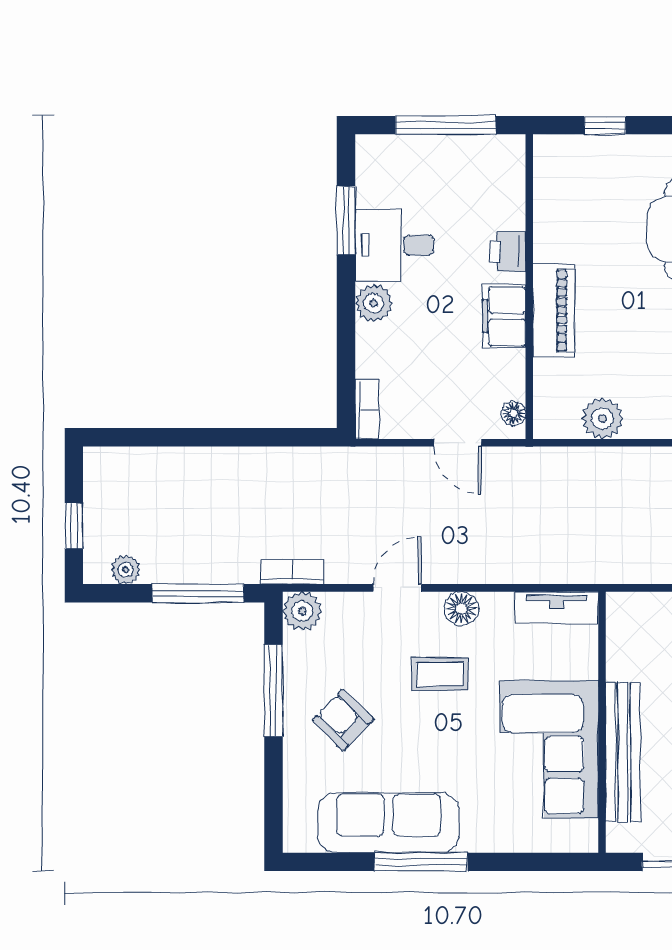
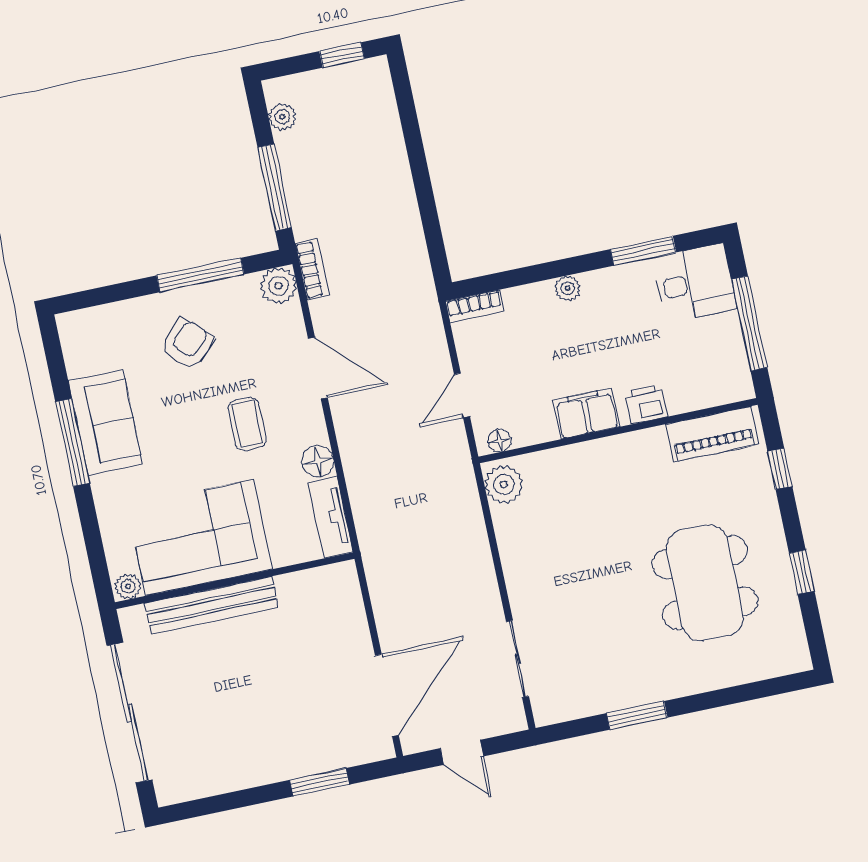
desk: (394, 245) -> (695, 283), moved, turned 90
plant: (374, 303) -> (568, 288), width x0.73, depth x0.73
piano: (554, 311) -> (712, 434), moved
plant: (602, 419) -> (504, 485), moved
window: (74, 526) -> (342, 55), moved
door: (397, 588) -> (318, 368), width x1.38
floor lamp: (461, 609) -> (318, 461), moved
sofa: (389, 823) -> (105, 422), width x0.73
plant: (584, 835) -> (128, 586), added

